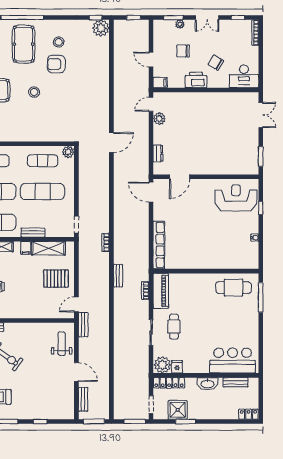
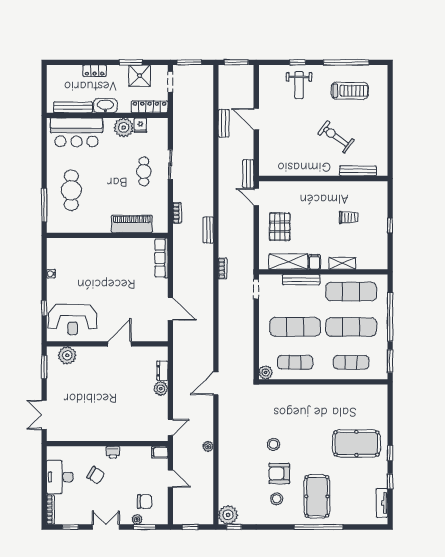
chair: (183, 51) -> (145, 501), moved
armchair: (56, 64) -> (279, 474), turned 180
desk: (244, 76) -> (60, 477), moved, turned -90
printer: (196, 80) -> (113, 452), width x0.53, depth x0.68
plant: (118, 88) -> (208, 446), added
stool: (34, 92) -> (273, 444), moved
plant: (159, 119) -> (161, 389), moved
plant: (241, 167) -> (67, 355), added
door: (180, 177) -> (120, 344), moved
door: (151, 192) -> (170, 309), moved
bench: (33, 233) -> (301, 280), width x1.36
row of seats: (159, 245) -> (161, 258), width x0.73
pallet: (56, 279) -> (280, 227), turned 90
cafe table: (233, 288) -> (71, 190), moved, turned 90
piano: (161, 291) -> (132, 224), moved, turned 90
door: (76, 304) -> (256, 197), swing flipped
weight bench: (62, 344) -> (299, 85), moved
plant: (162, 365) -> (124, 128), moved
bench: (235, 382) -> (73, 107), width x1.36
bench: (83, 399) -> (224, 123), moved
locker: (248, 414) -> (95, 71), moved

